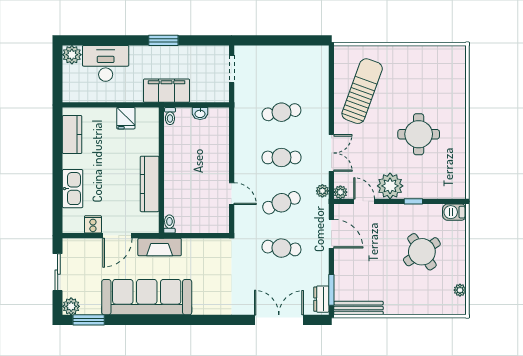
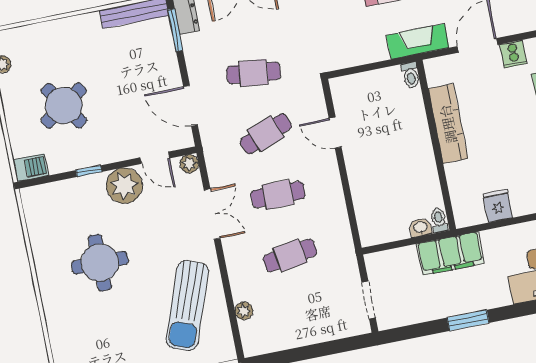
washbasin: (200, 114) -> (420, 228), moved
double door: (331, 153) -> (212, 214), swing flipped
plant: (322, 191) -> (244, 311), moved

